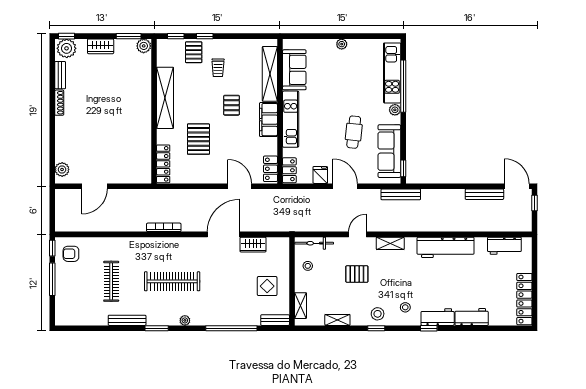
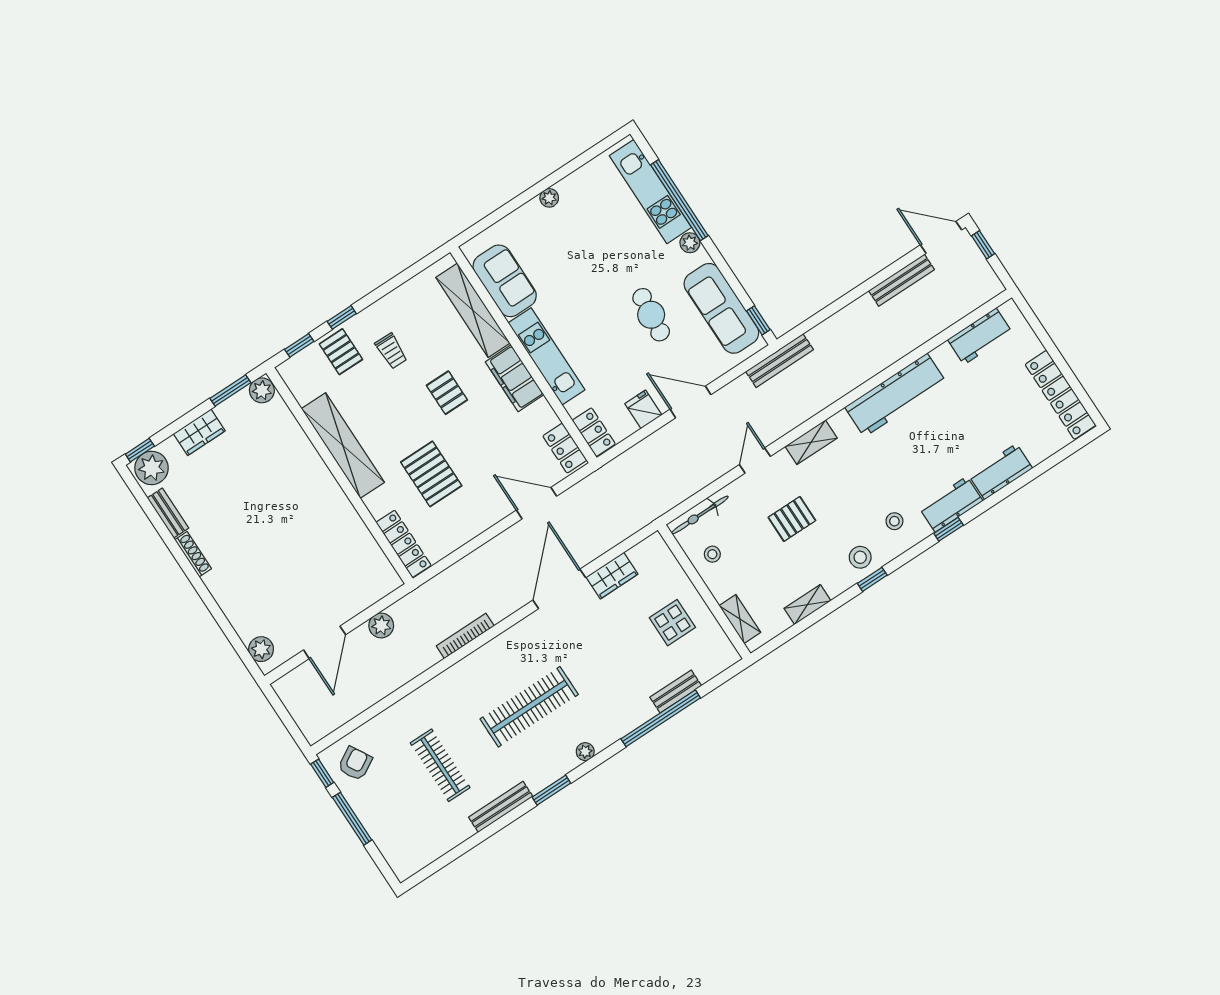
plant: (127, 196) -> (381, 625), added
armchair: (71, 254) -> (355, 764), turned 150
bench: (275, 320) -> (676, 691), moved

